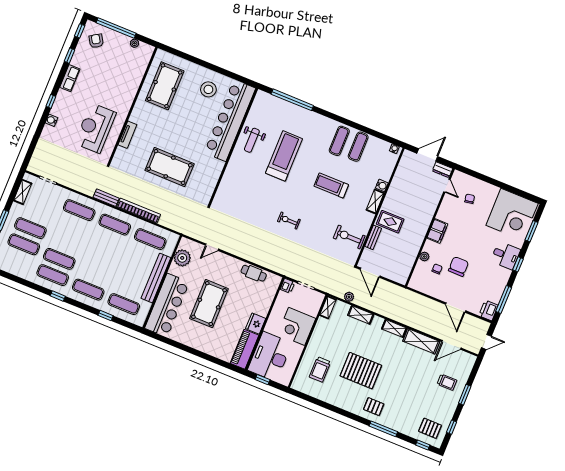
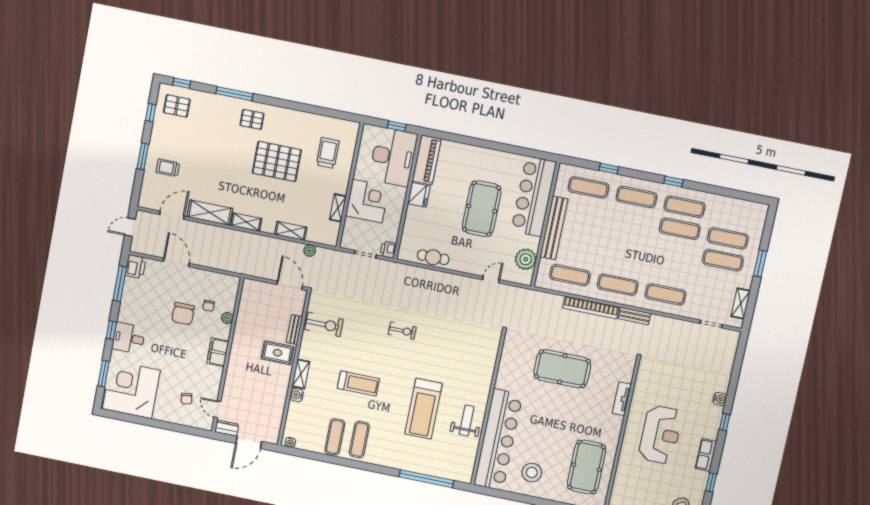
reception desk: (95, 128) -> (660, 435), moved
shelving: (328, 307) -> (338, 208), moved

